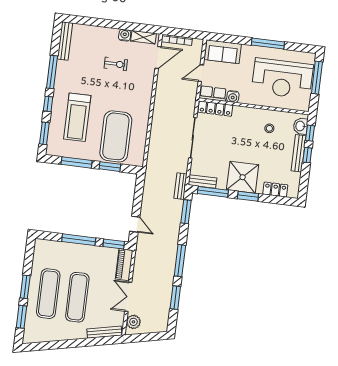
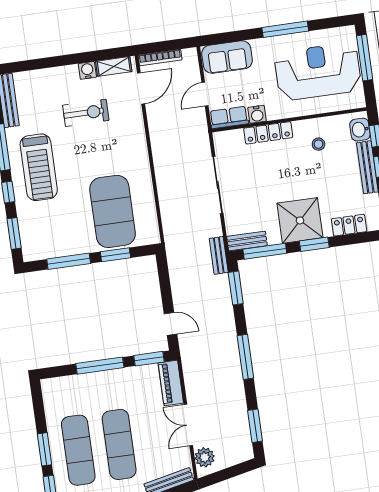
exercise bike: (116, 64) -> (86, 113), width x1.38, depth x1.39
reception desk: (282, 79) -> (318, 72), turned 180
locker: (215, 109) -> (268, 133), moved
treadmill: (77, 117) -> (39, 167), moved
window: (175, 298) -> (255, 426), moved

